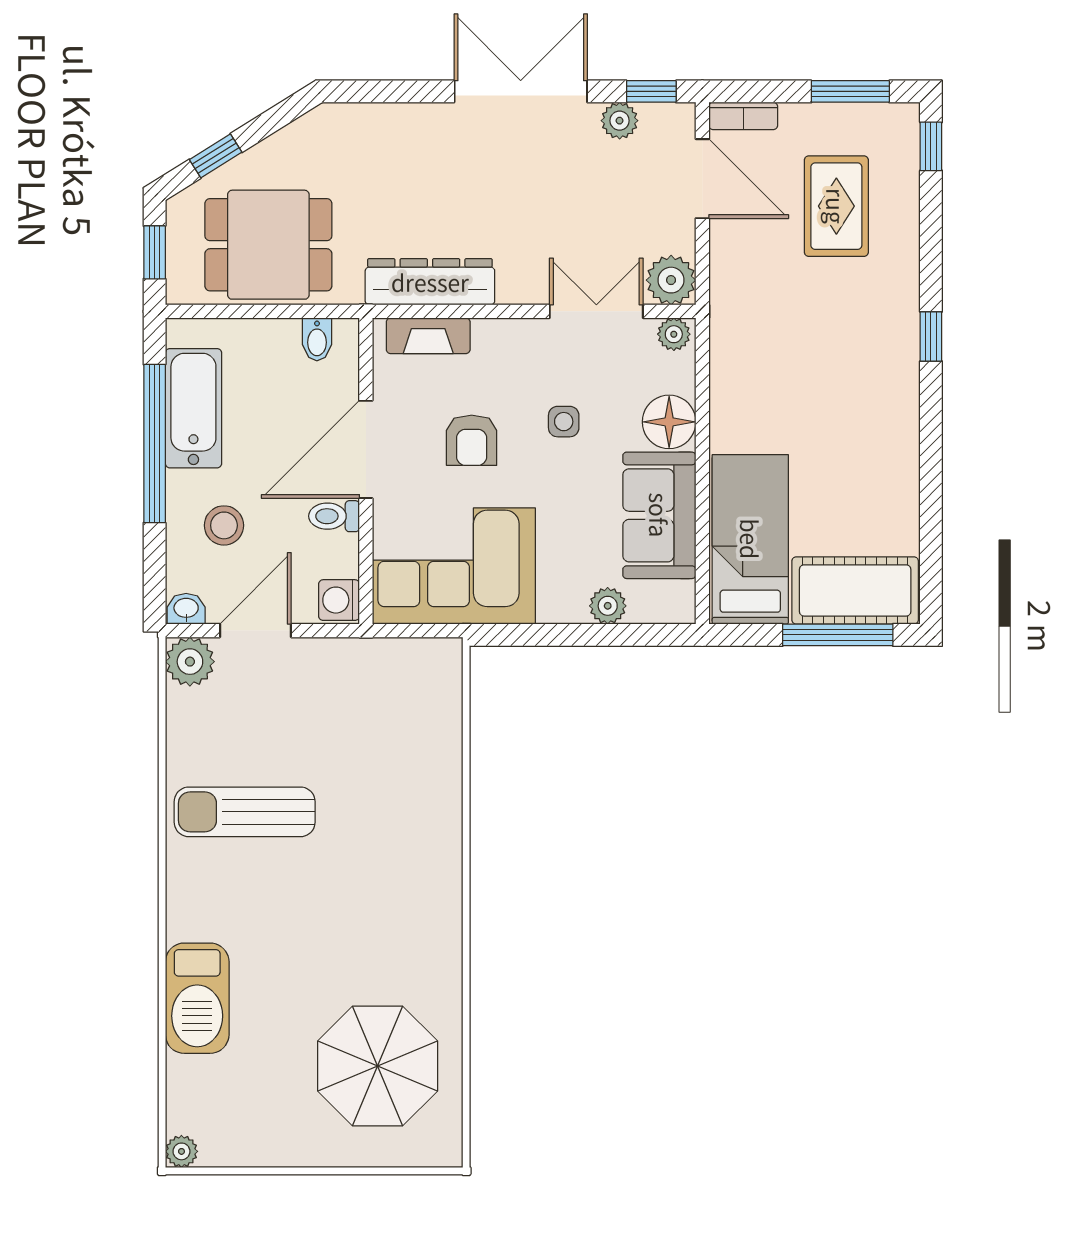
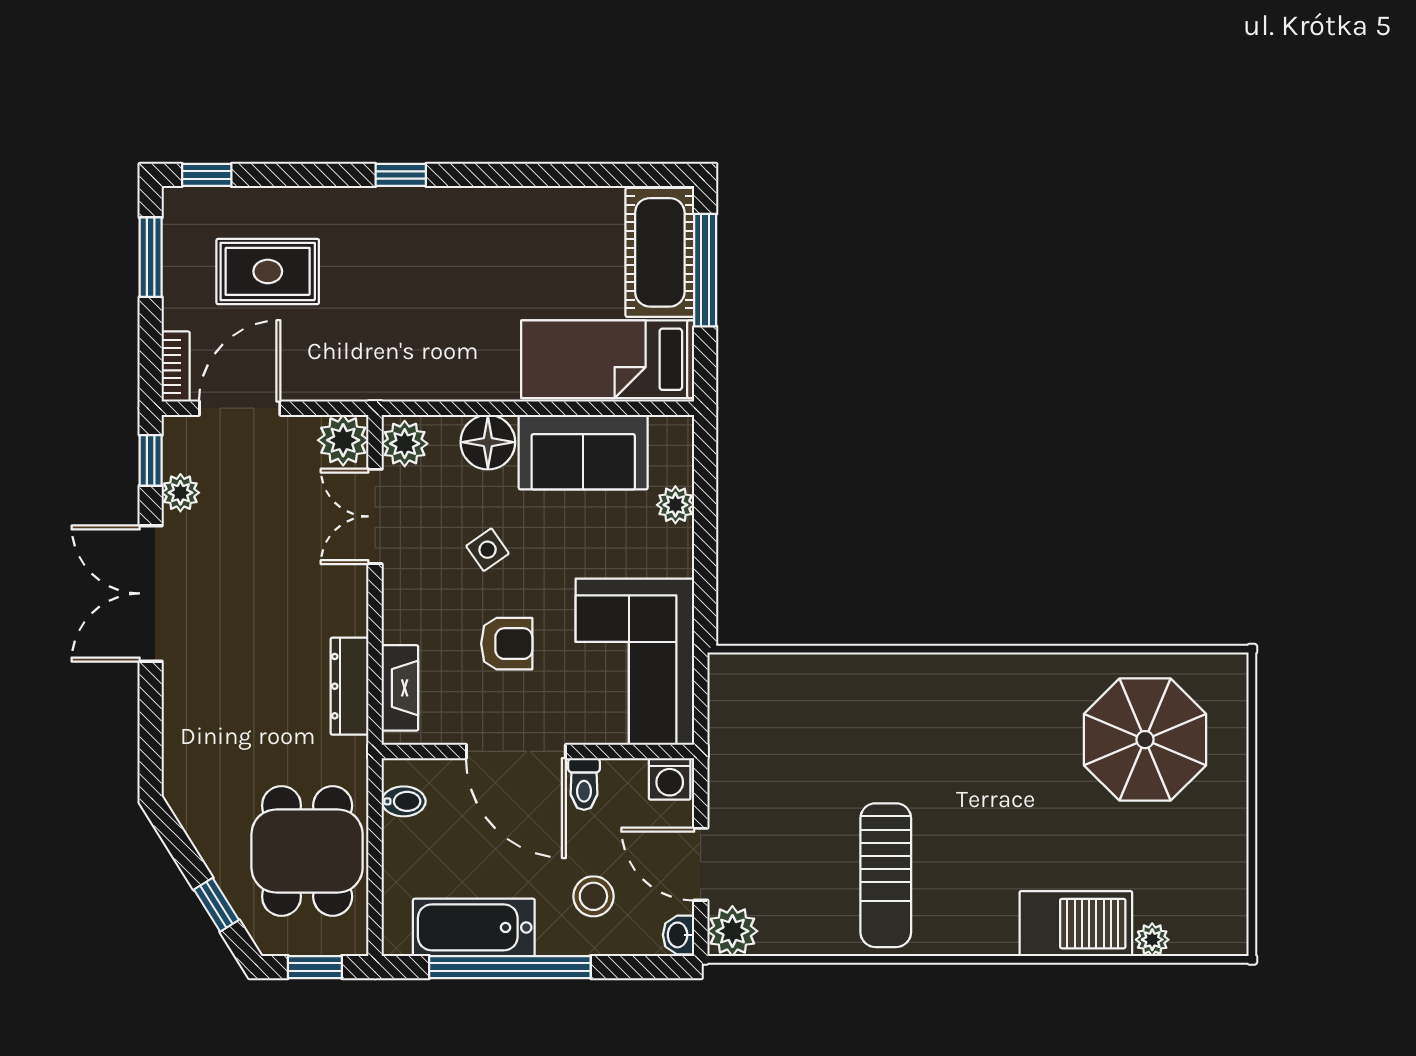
dresser: (430, 282) -> (350, 686), width x0.73, depth x0.80
plant: (674, 334) -> (405, 444), width x1.38, depth x1.38
side table: (564, 422) -> (488, 550), turned -35
plant: (181, 1151) -> (1152, 940), moved

